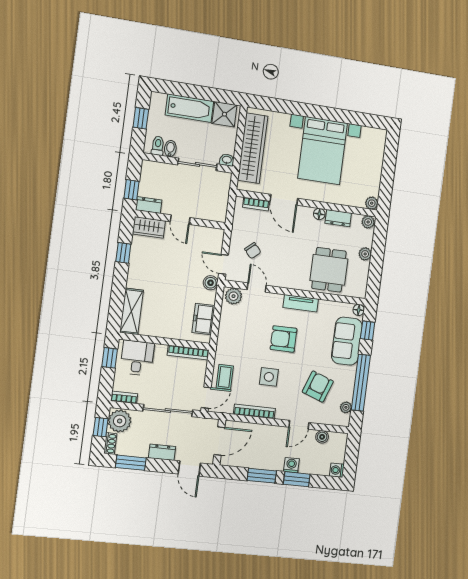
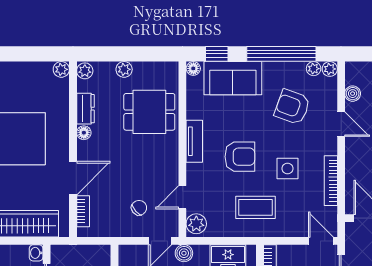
armchair: (284, 339) -> (240, 157), turned -90
coffee table: (225, 377) -> (255, 207), moved, width x1.36, depth x1.30
plant: (344, 420) -> (330, 69), added

